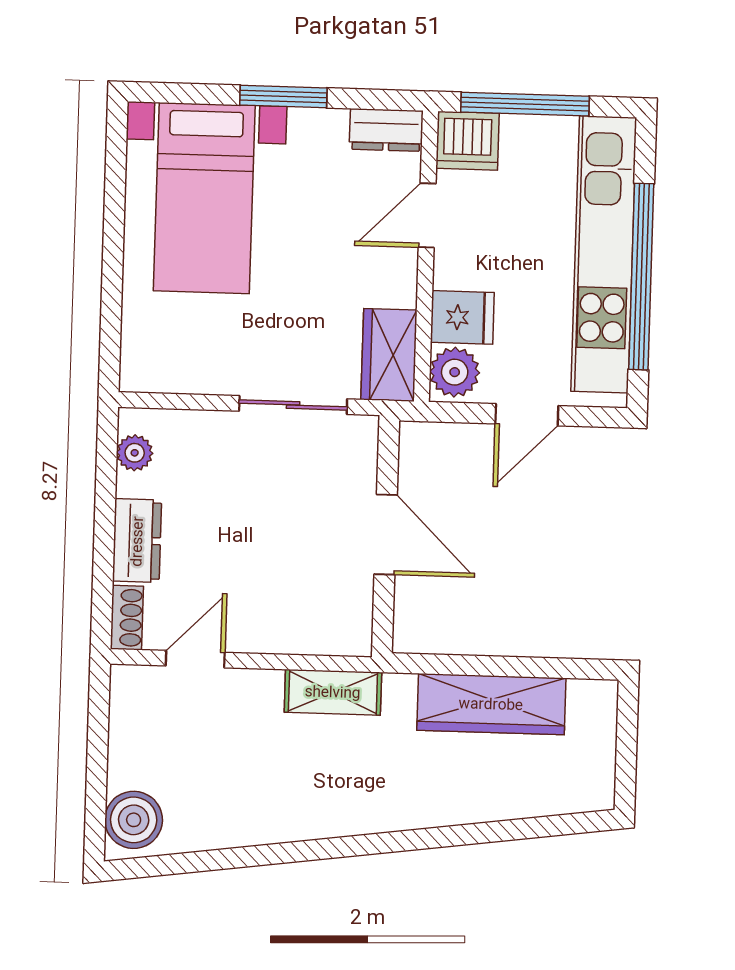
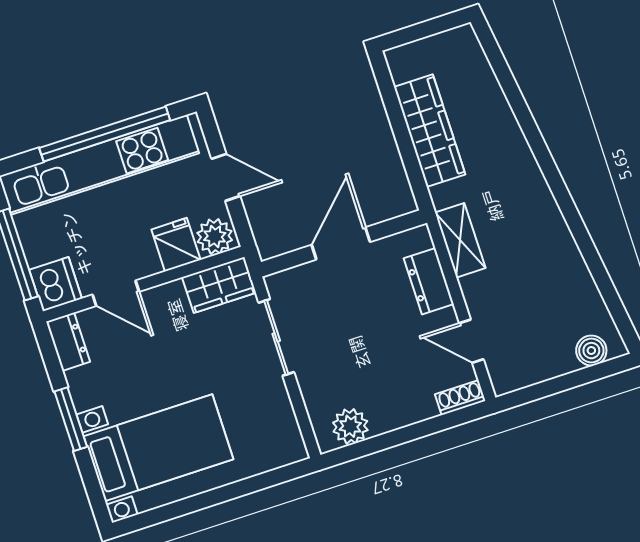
plant: (135, 453) -> (350, 426), width x1.38, depth x1.38
dresser: (137, 541) -> (429, 281), moved, turned -90
boiler: (134, 820) -> (591, 351), width x0.73, depth x0.73

